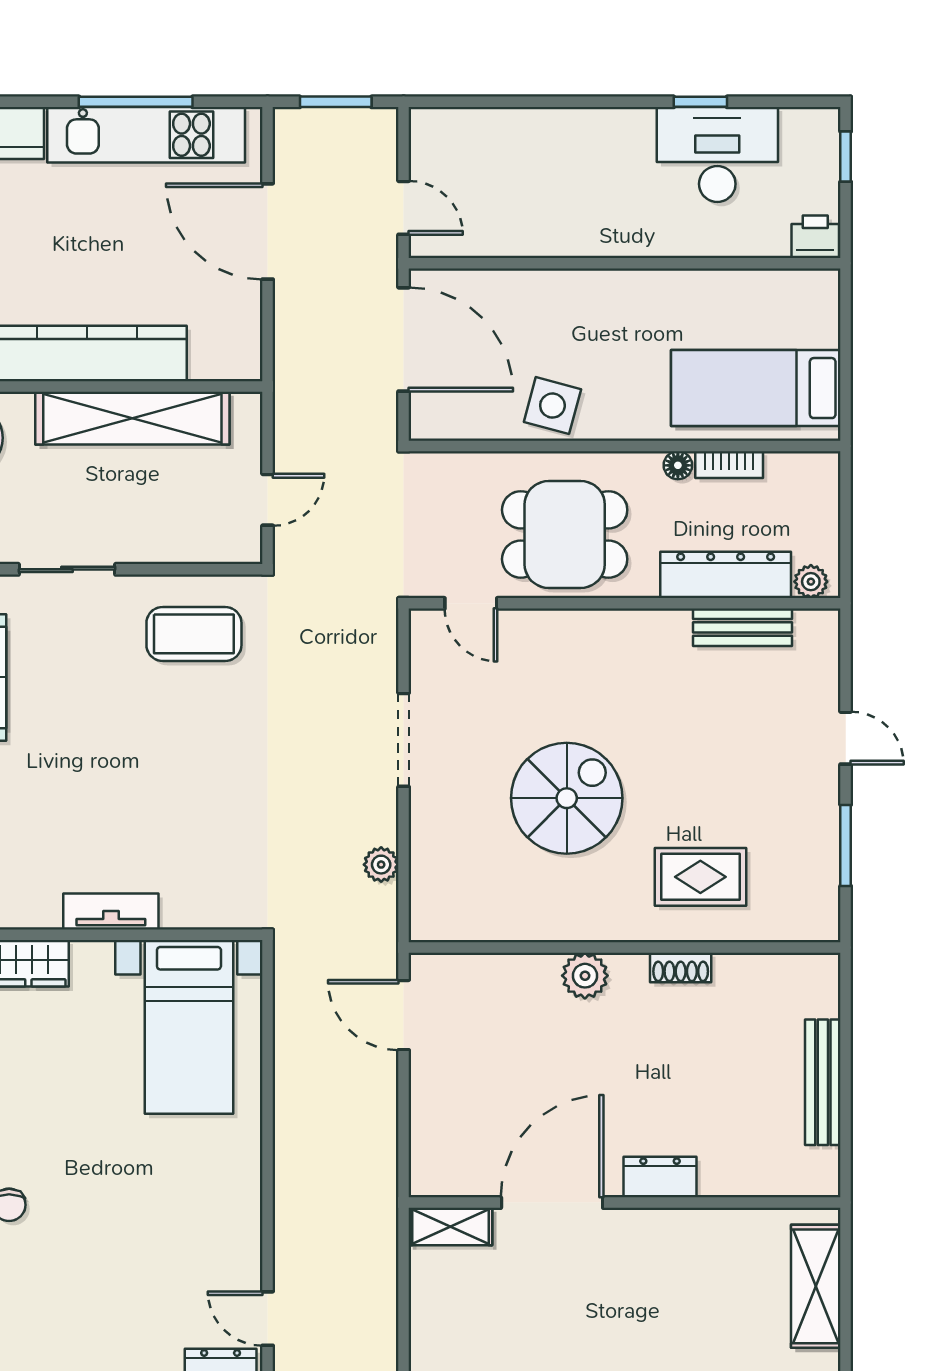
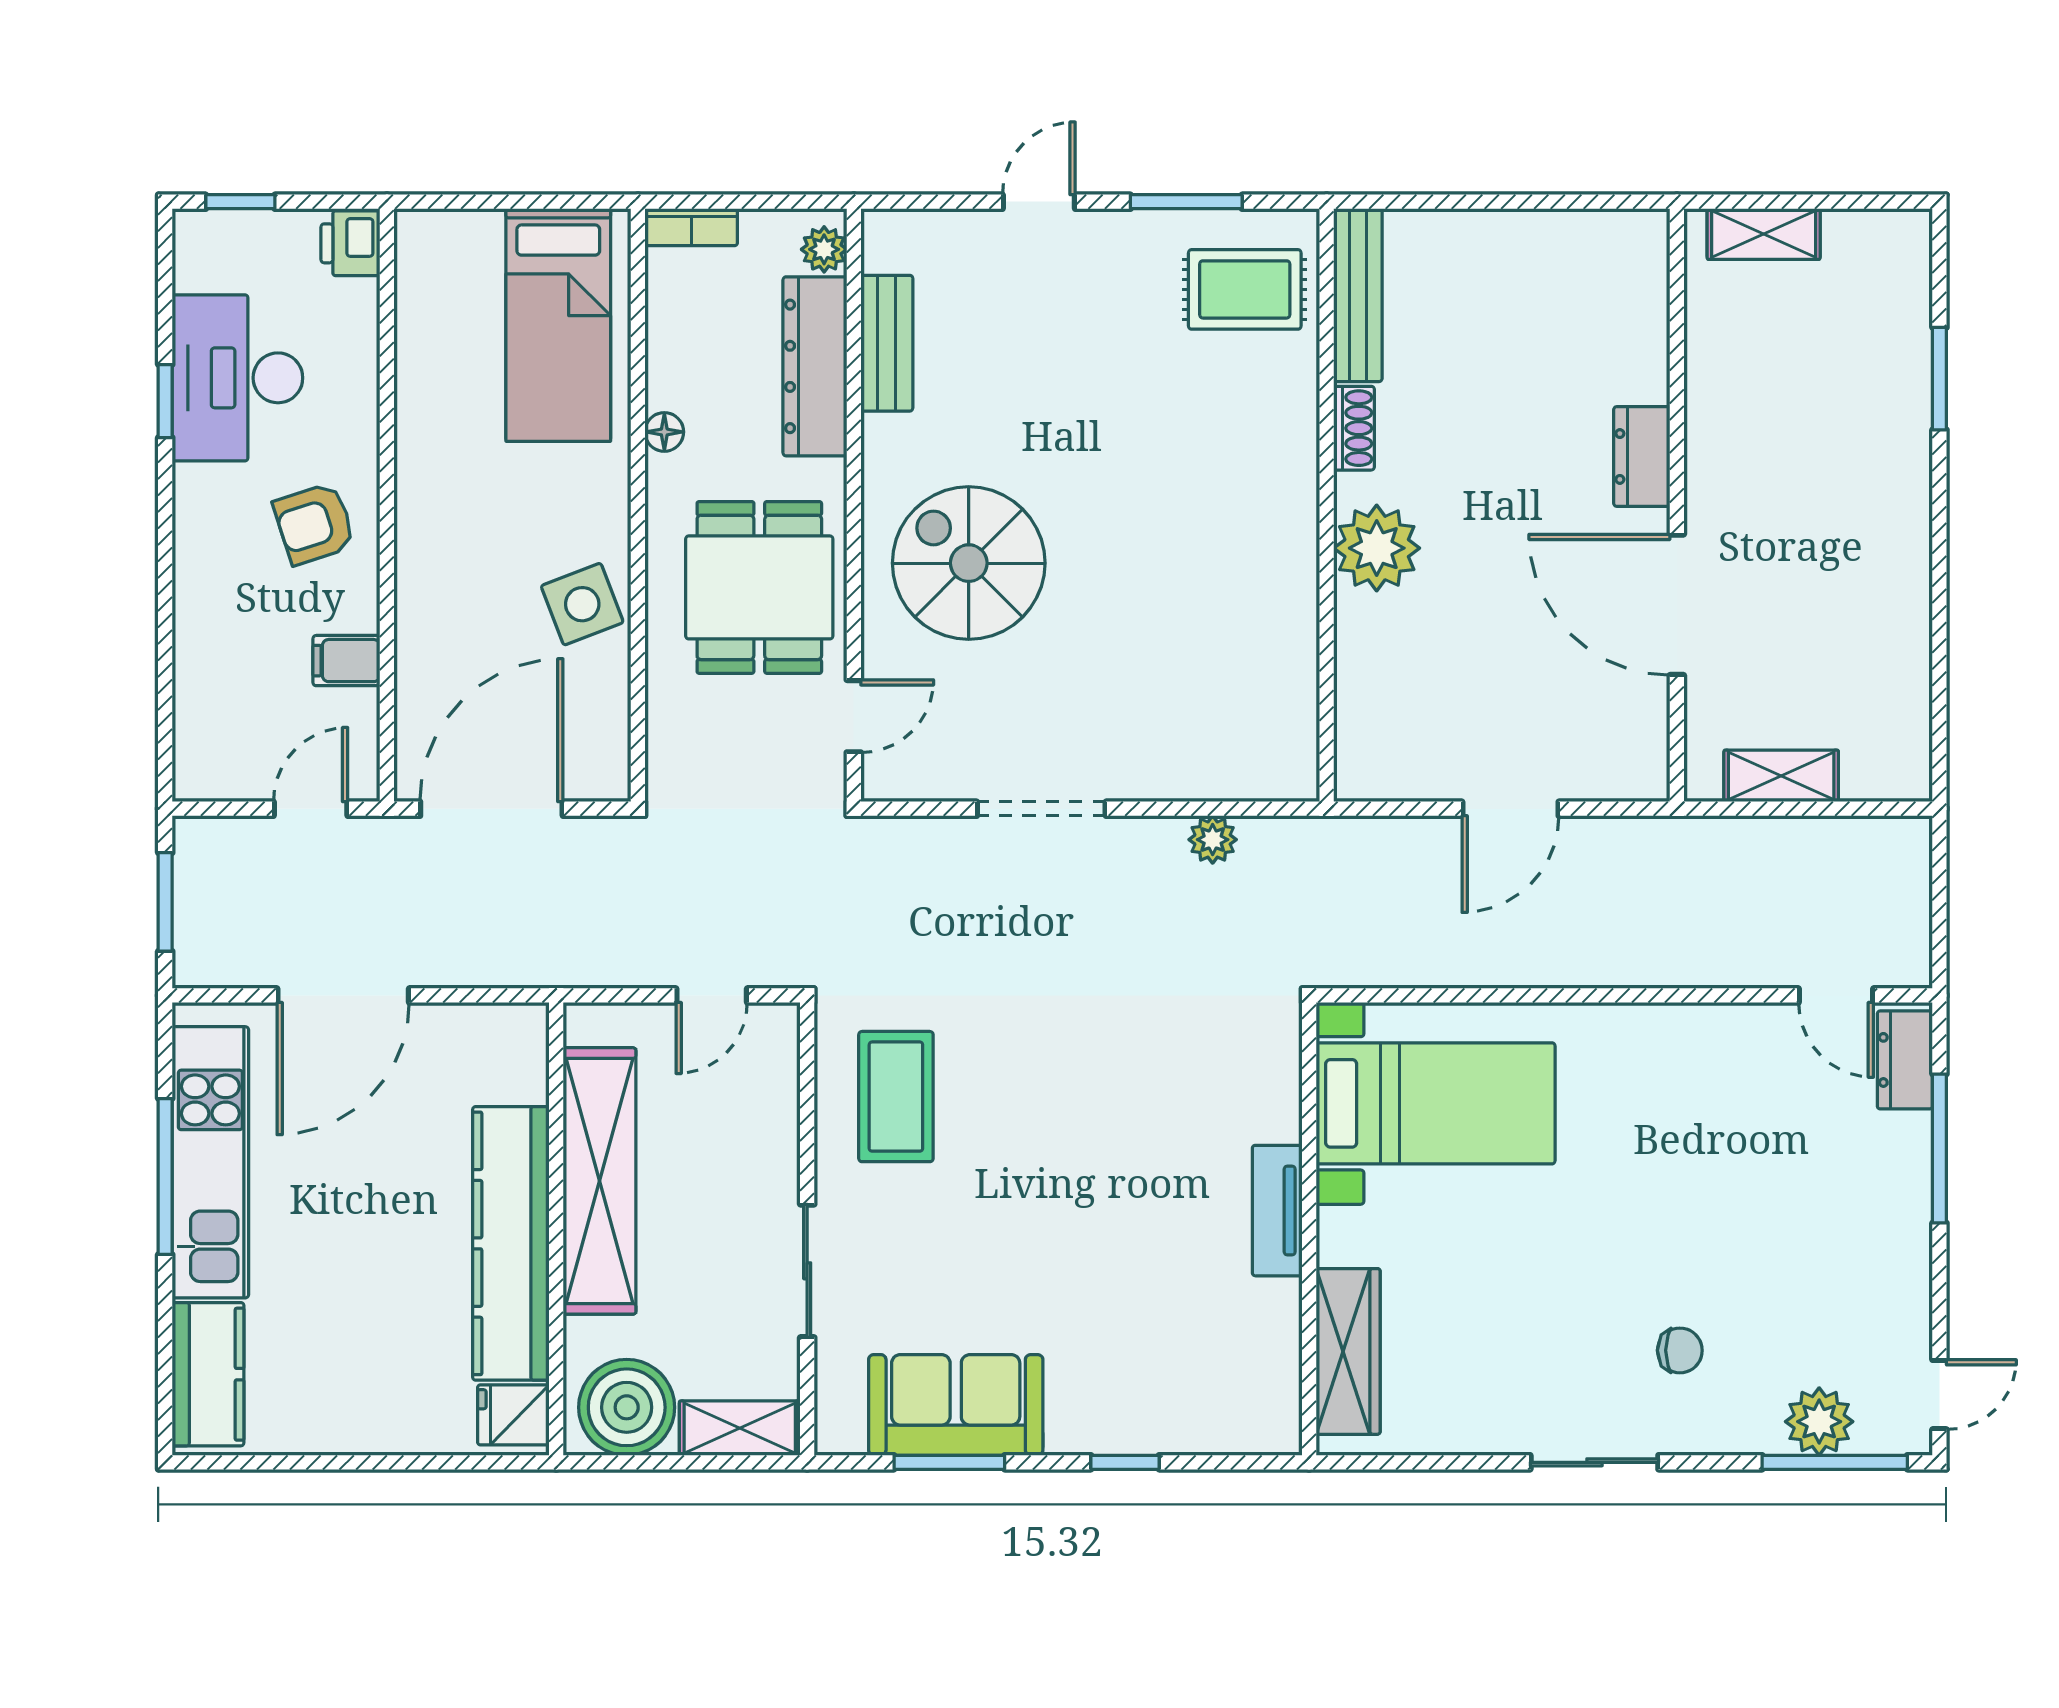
armchair: (611, 211) -> (314, 524), added
filing cabinet: (511, 234) -> (346, 661), added
side table: (552, 406) -> (582, 604), turned -36
bookcase: (729, 465) -> (691, 227), moved, turned 90
door: (268, 500) -> (712, 995), swing flipped
spiral stairs: (567, 798) -> (969, 563), moved
rug: (700, 877) -> (1245, 289), moved, turned 90
plant: (585, 976) -> (1377, 548), width x1.36, depth x1.36
door: (404, 1015) -> (1510, 809), moved
bench: (823, 1082) -> (1358, 295), moved, turned 90
shelving: (450, 1226) -> (1781, 776), moved, turned 90
shelving: (816, 1286) -> (1764, 234), width x0.67, depth x0.75
door: (268, 1319) -> (1836, 995), hinge flipped

